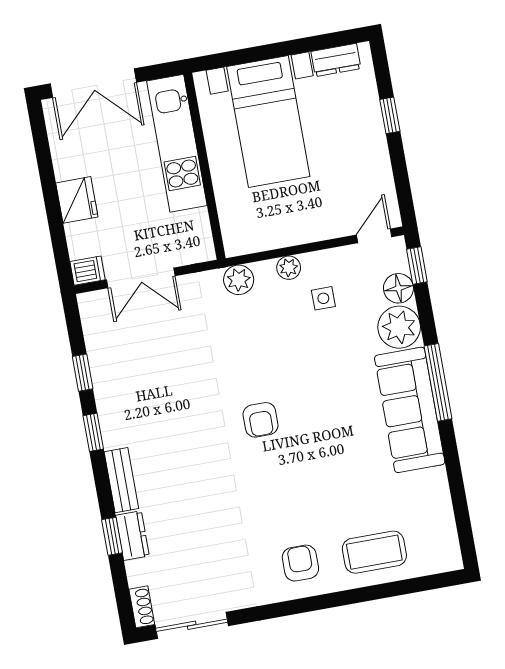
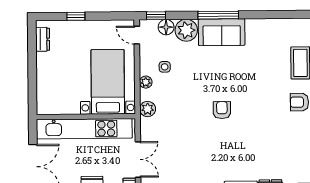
bed with nightstands: (268, 122) -> (108, 82), moved, turned -90
kitchen unit: (177, 143) -> (84, 129), width x1.36
sofa: (410, 410) -> (222, 32), width x0.73
armchair: (261, 420) -> (222, 110), turned -90

